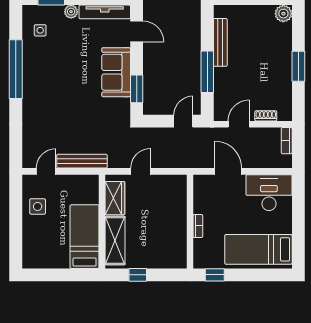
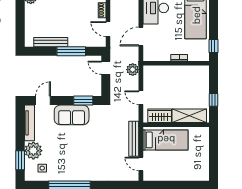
plant: (71, 12) -> (33, 151), width x1.87, depth x1.87
plant: (181, 159) -> (133, 70), added
side table: (38, 206) -> (165, 170), removed
bed: (85, 237) -> (166, 140), moved, turned 180

